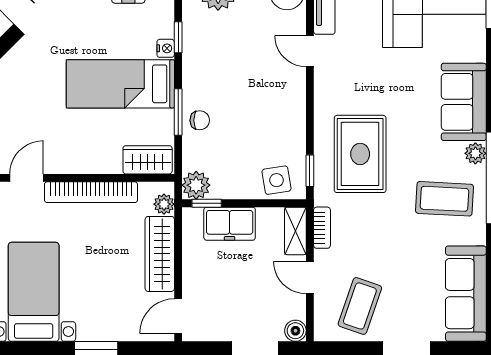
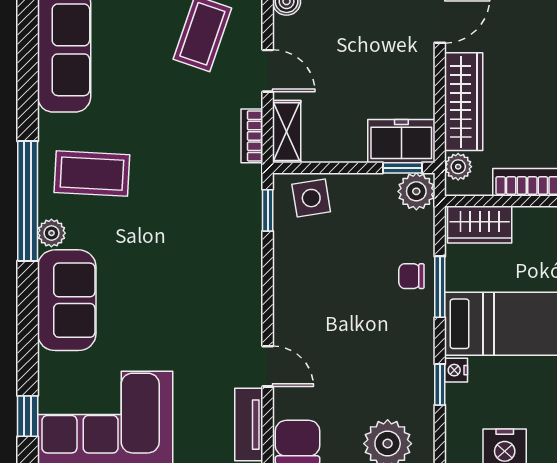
rug: (360, 154) -> (202, 232), removed
freezer: (230, 224) -> (401, 141), moved

